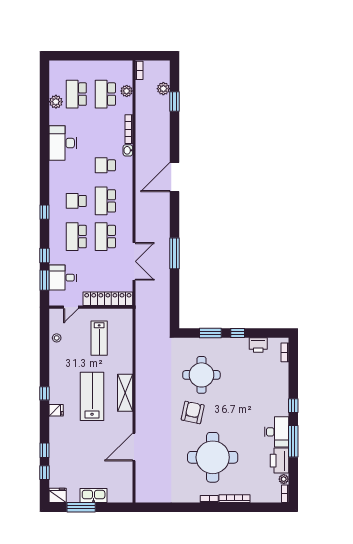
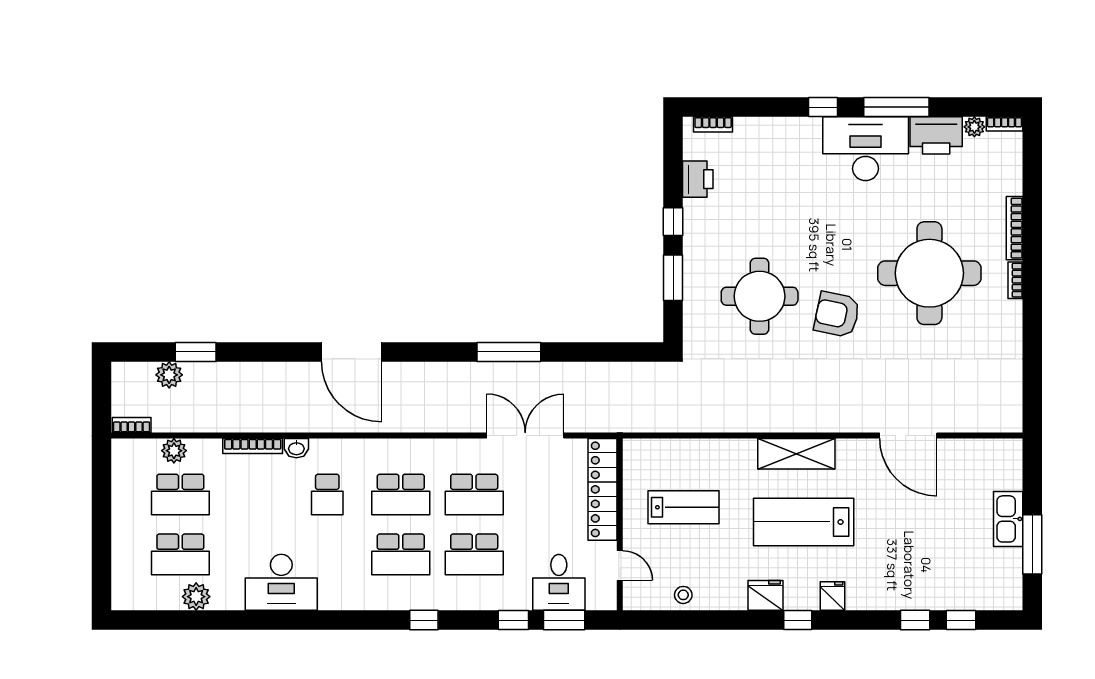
school desk: (76, 201) -> (401, 554), width x1.85
desk: (277, 432) -> (866, 149), width x1.36, depth x1.30
fridge: (58, 495) -> (765, 595), moved, turned 90

